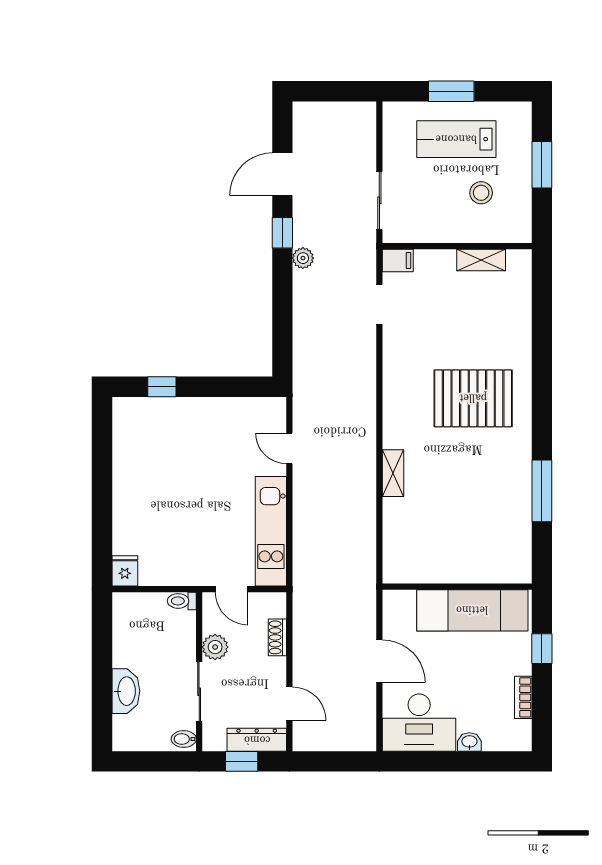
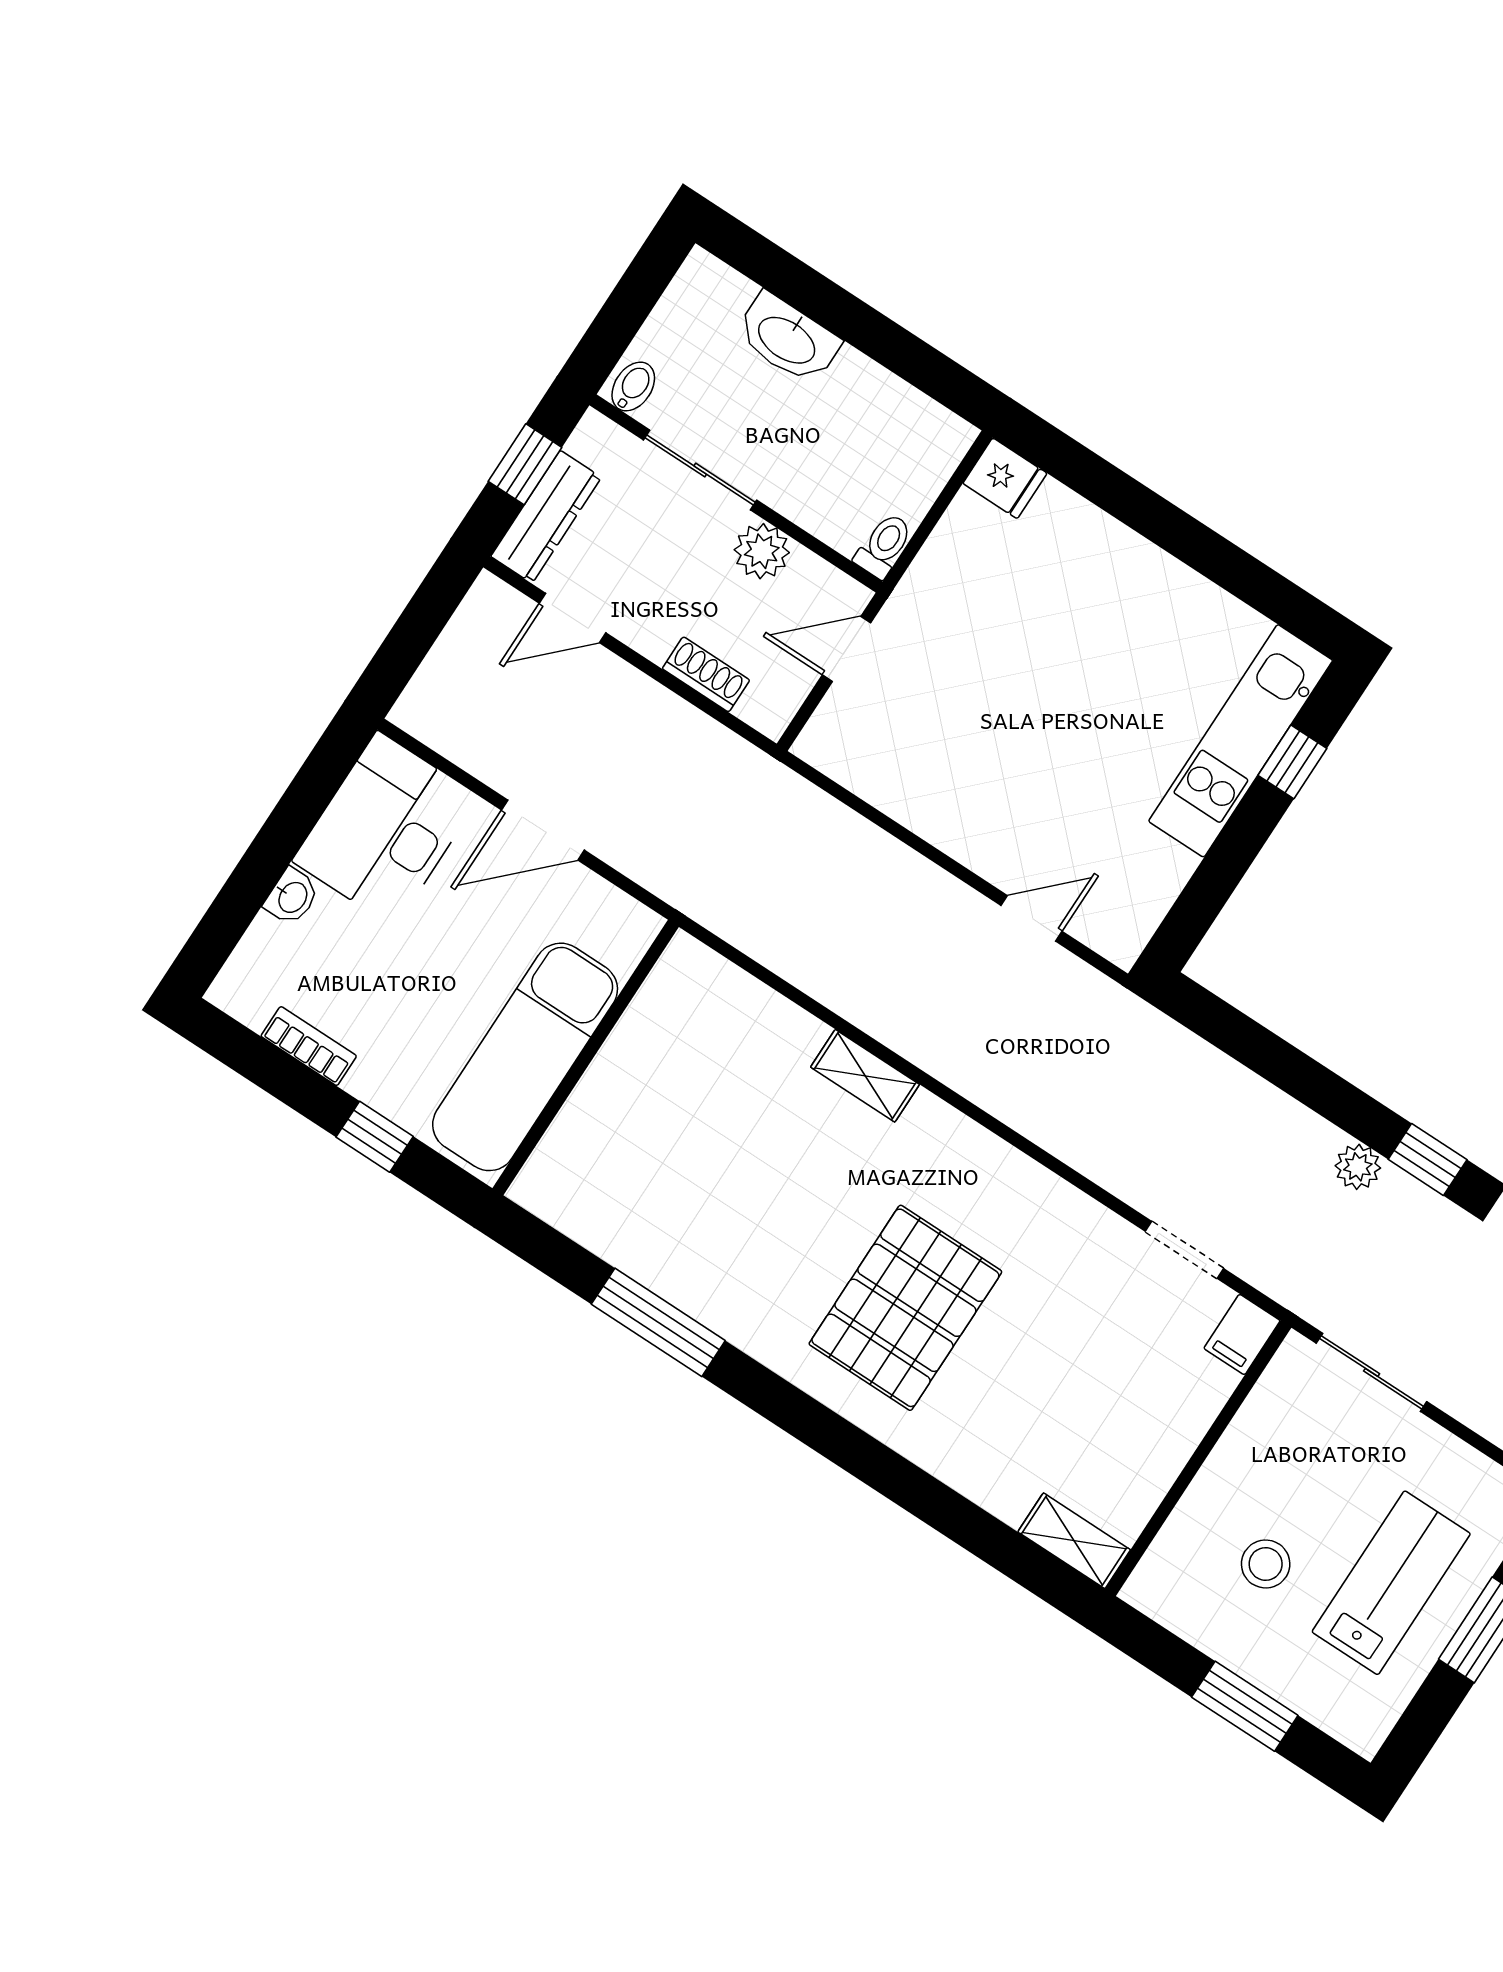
shelving: (481, 260) -> (1074, 1541), moved, turned 90
kitchen unit: (271, 531) -> (1241, 741), moved, turned -90

